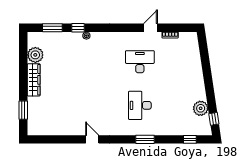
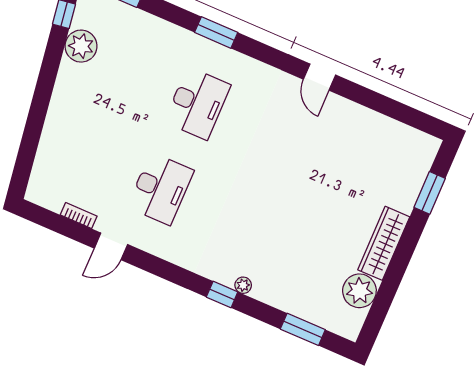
window: (78, 28) -> (222, 294), moved
desk: (140, 62) -> (160, 189), turned -90

